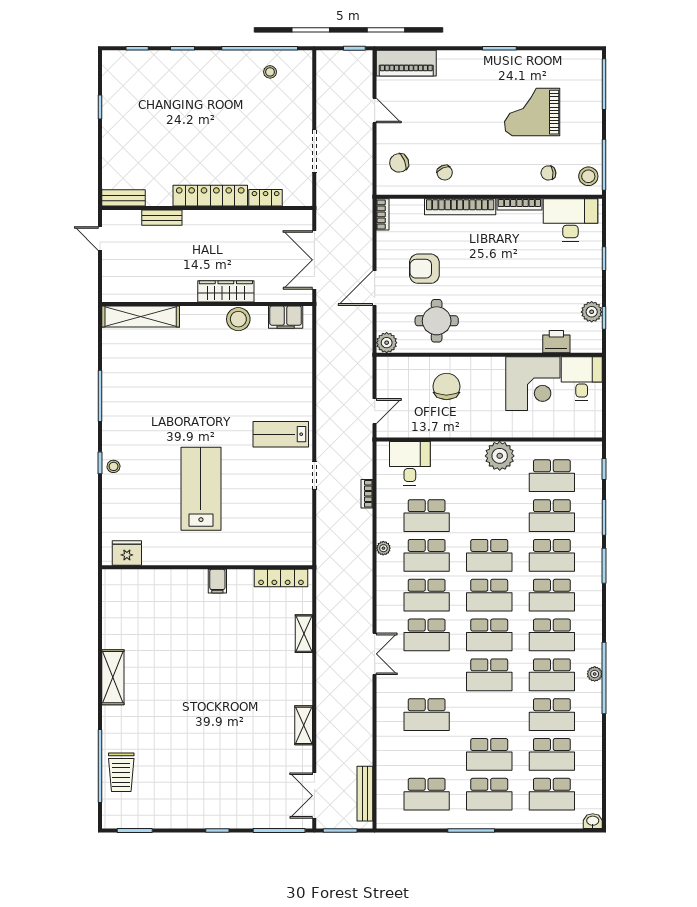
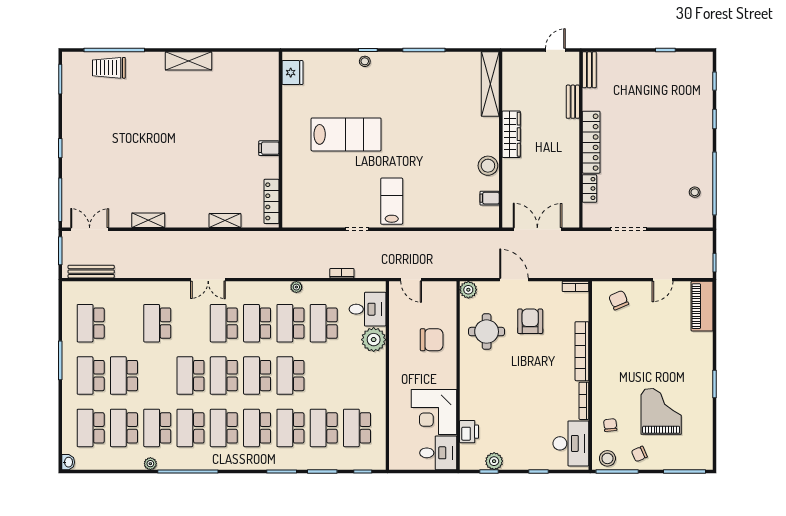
chair: (445, 173) -> (639, 454), moved
wardrobe: (226, 291) -> (511, 134), moved
filing cabinet: (286, 317) -> (490, 198), width x0.50
plant: (500, 456) -> (374, 340), moved
plant: (595, 674) -> (150, 464), moved

